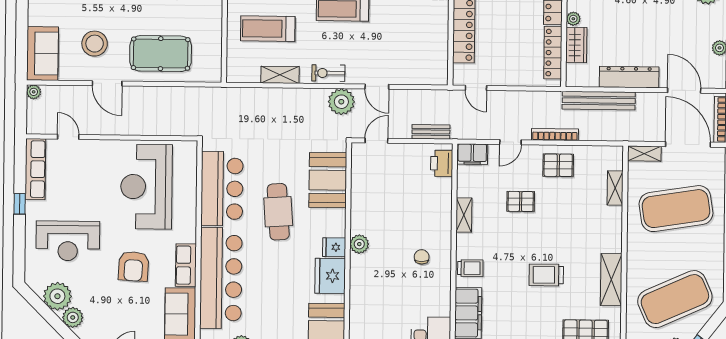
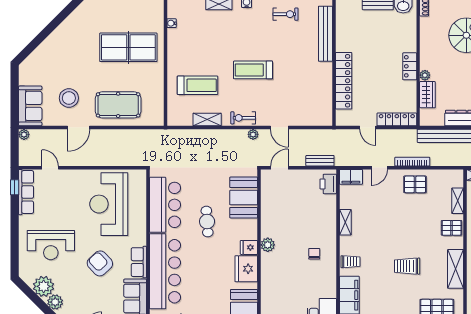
treadmill: (268, 29) -> (198, 85), turned 180
locker: (553, 53) -> (397, 119), moved, turned 90
door: (107, 83) -> (79, 128), hinge flipped
door: (476, 88) -> (368, 128), moved
plant: (341, 102) -> (253, 134), width x0.53, depth x0.53
pallet: (521, 201) -> (452, 228), moved
window: (20, 204) -> (15, 187), moved
cafe table: (278, 212) -> (207, 222), width x0.73, depth x0.74
armchair: (134, 266) -> (100, 263), turned 134

